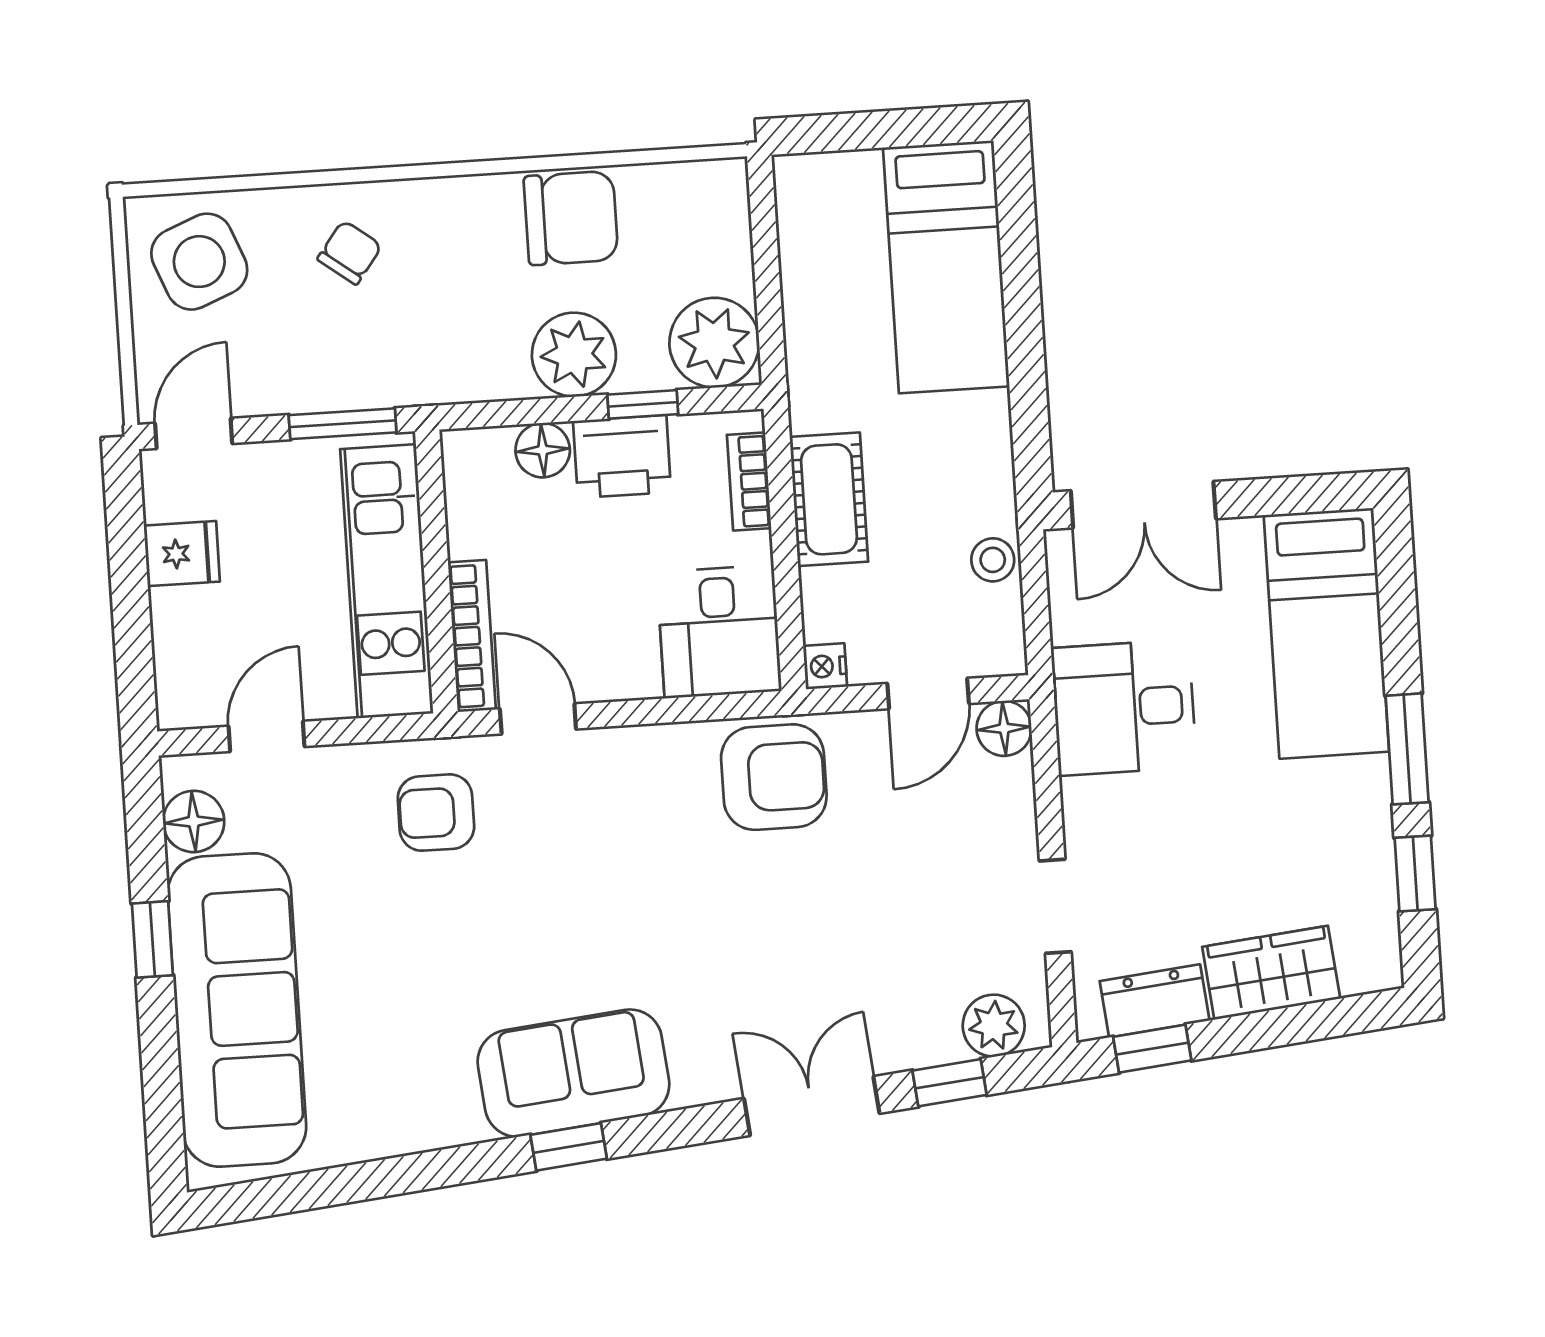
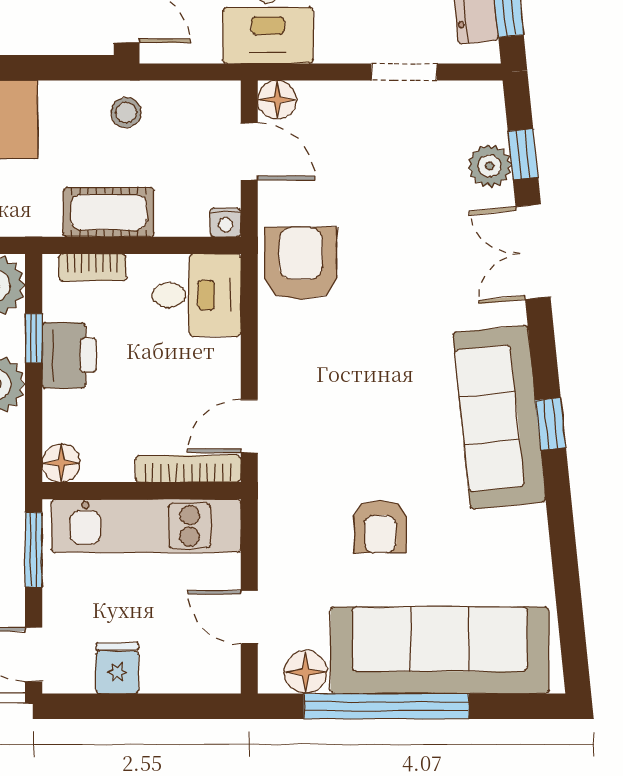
floor lamp: (543, 450) -> (61, 463), moved
stool: (993, 560) -> (126, 113), moved
armchair: (436, 813) -> (380, 527), moved
window: (152, 939) -> (386, 706), width x3.17
plant: (994, 1026) -> (490, 166), moved
sofa: (573, 1073) -> (499, 417), width x1.36

